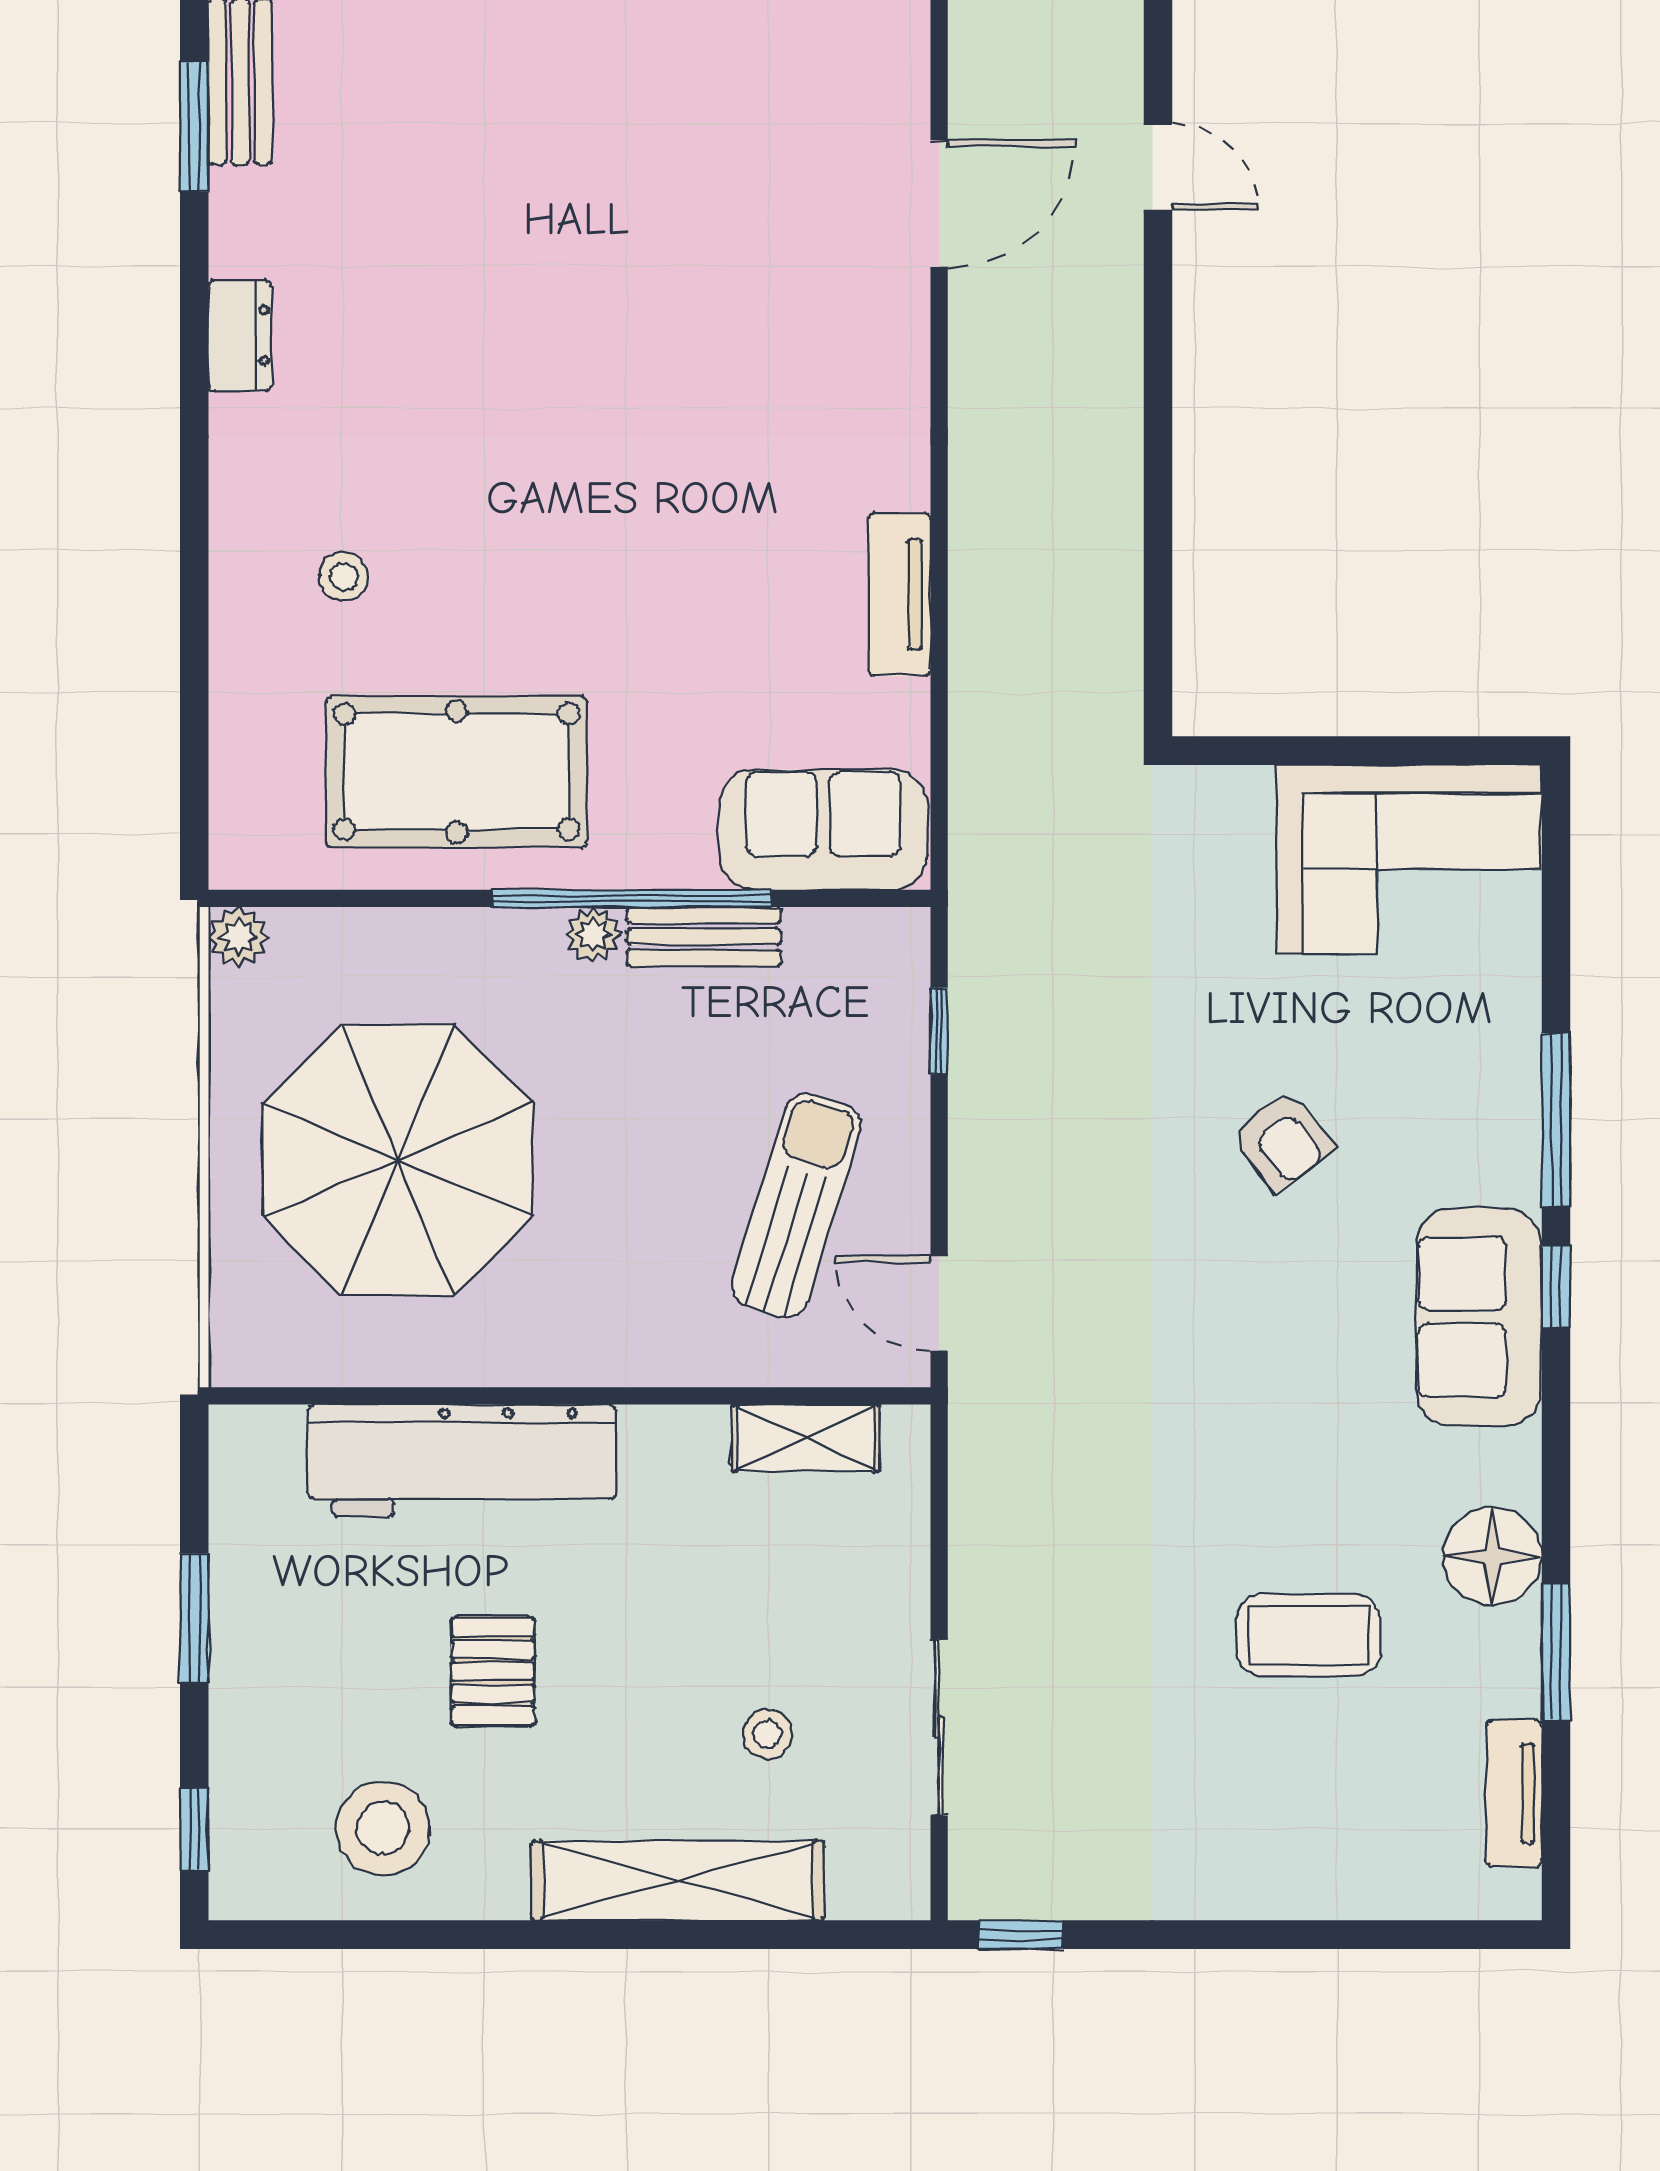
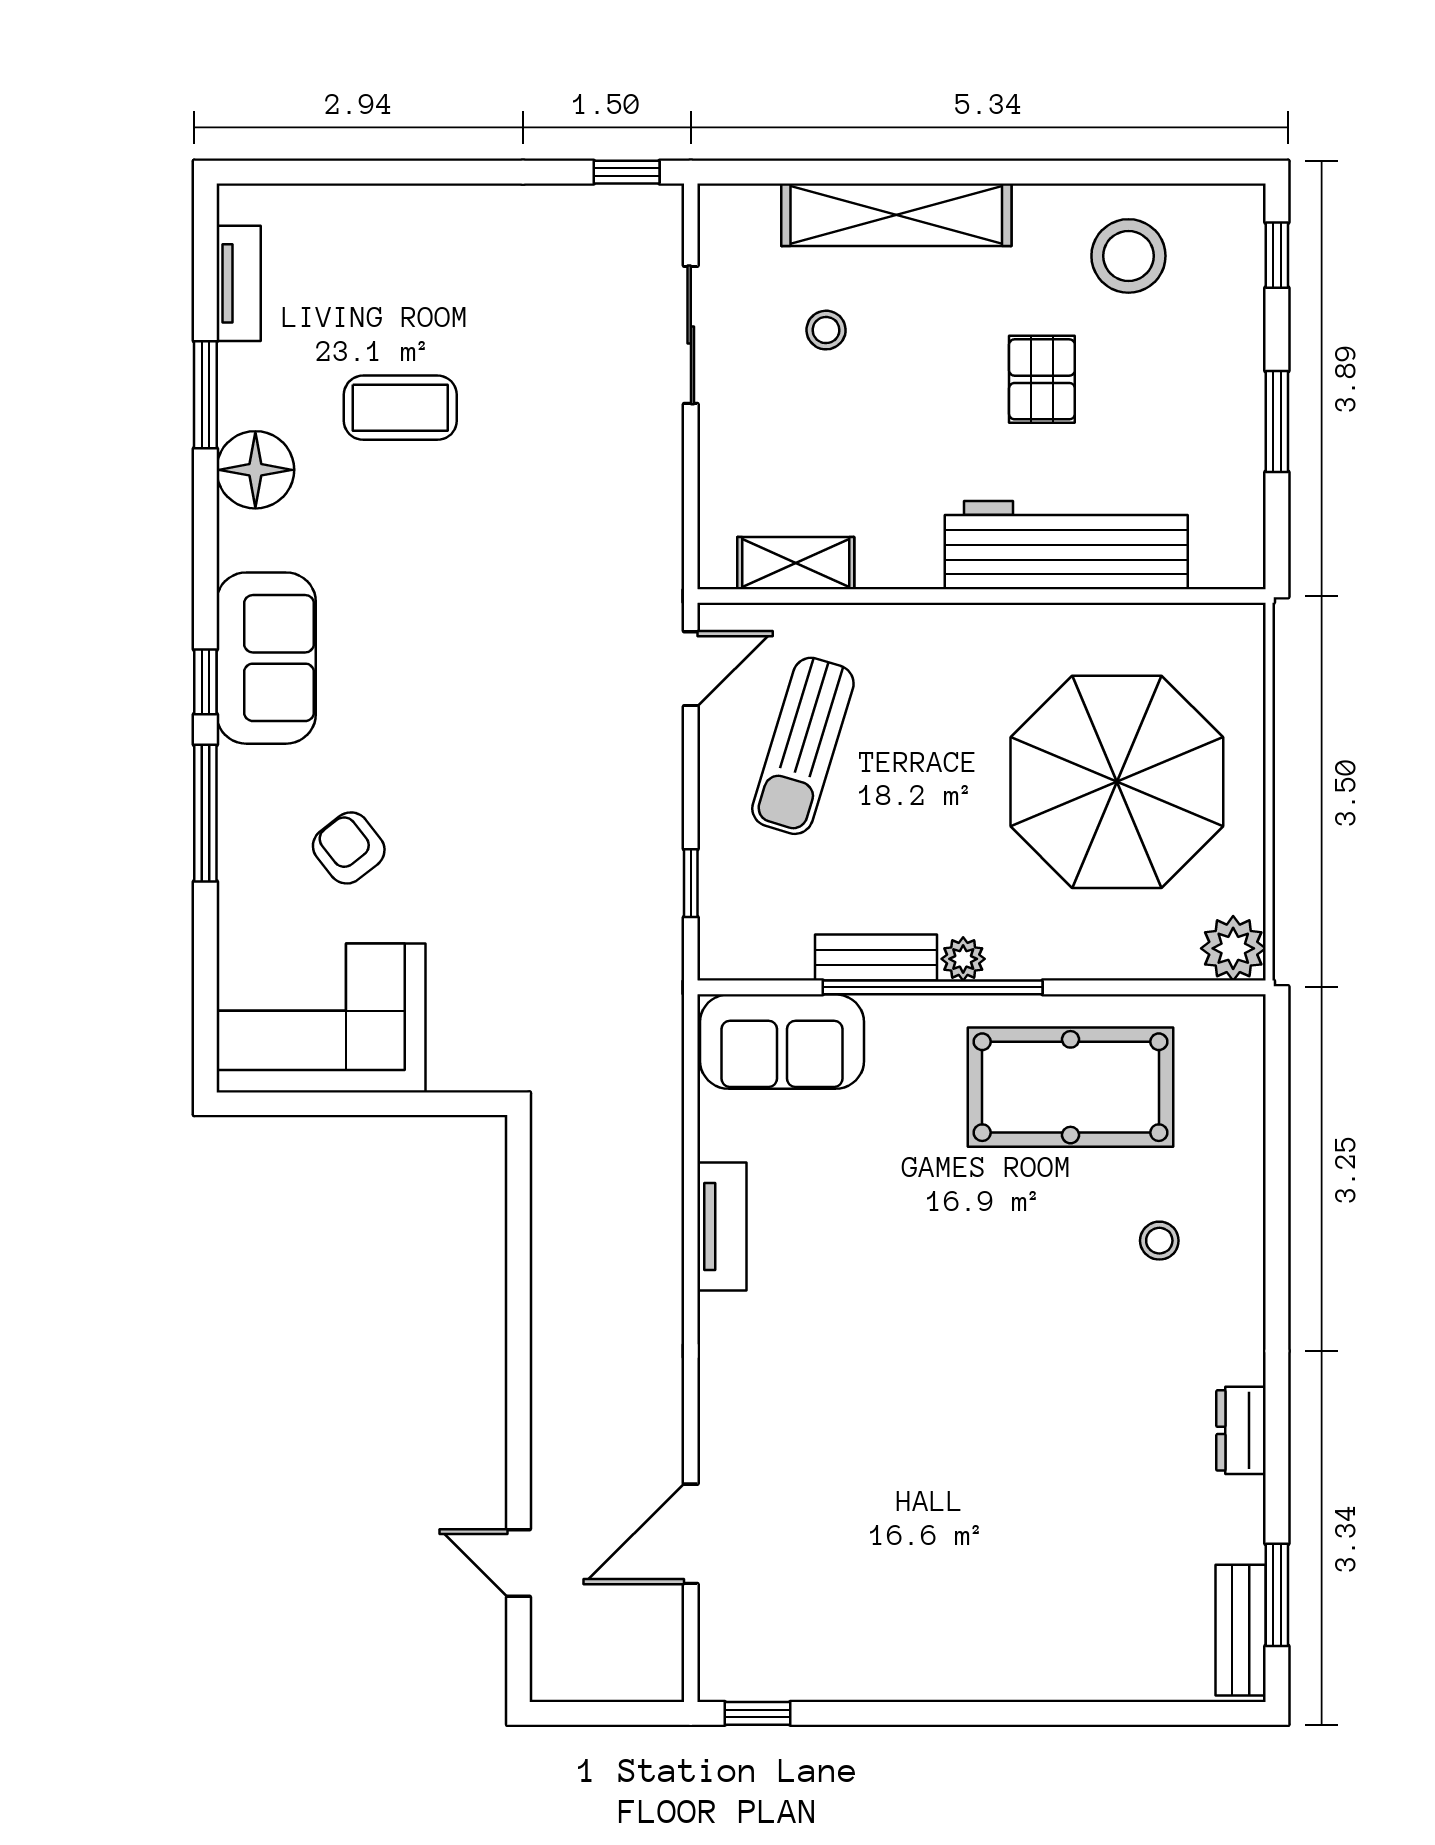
plant: (238, 937) -> (1233, 948), width x1.38, depth x1.38
armchair: (1283, 1140) -> (349, 848), moved
door: (939, 1303) -> (691, 669), hinge flipped

